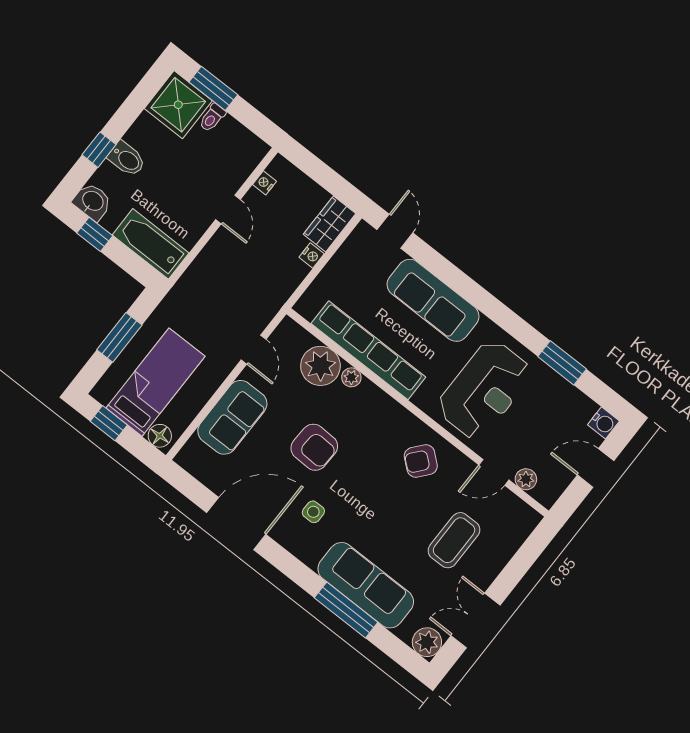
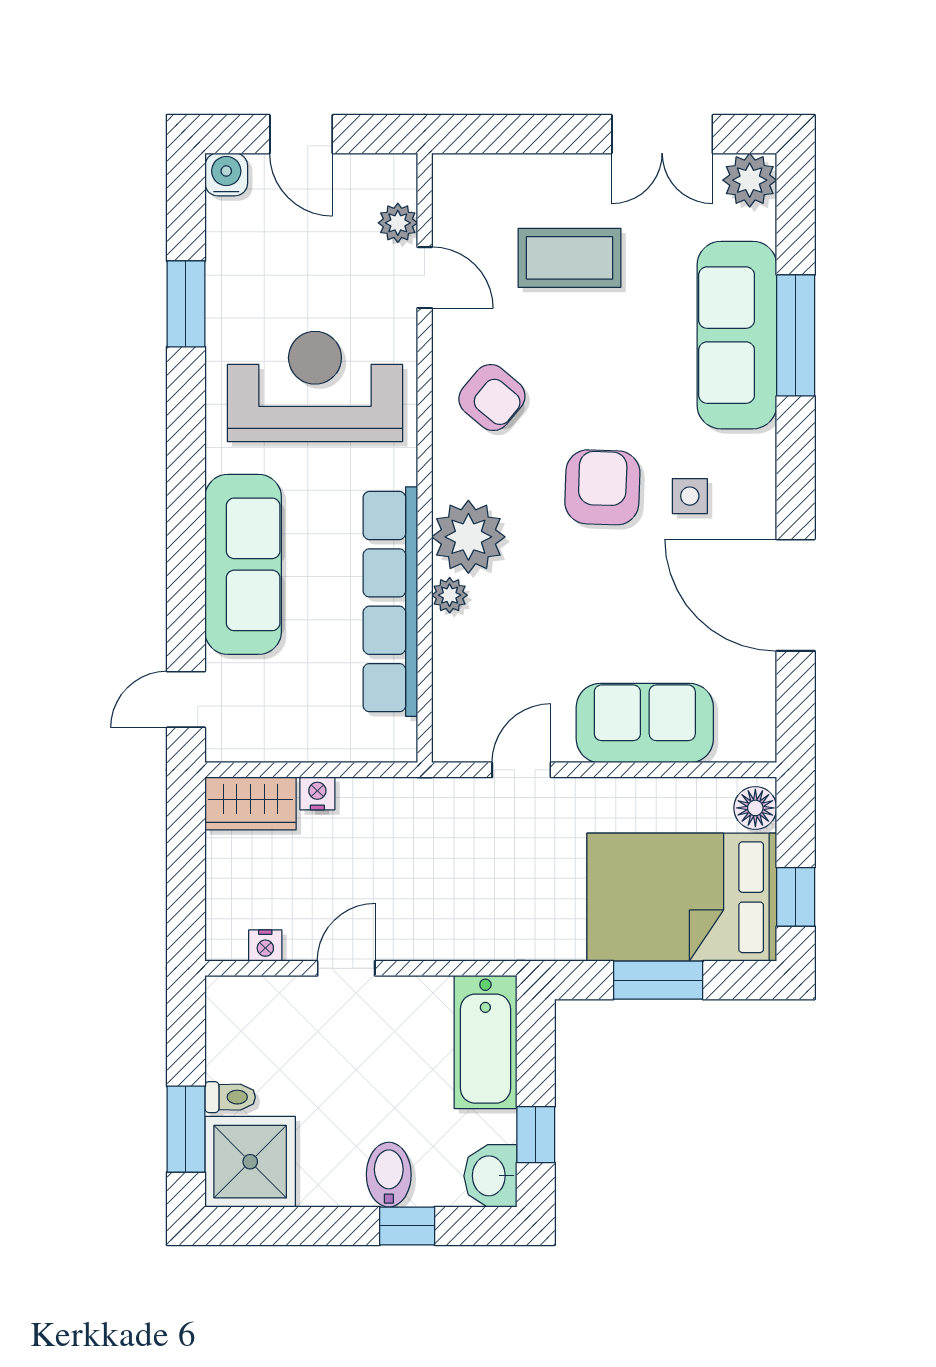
plant: (320, 366) -> (468, 537), moved
bed: (156, 382) -> (682, 897), width x1.50
armchair: (314, 447) -> (602, 487), moved

